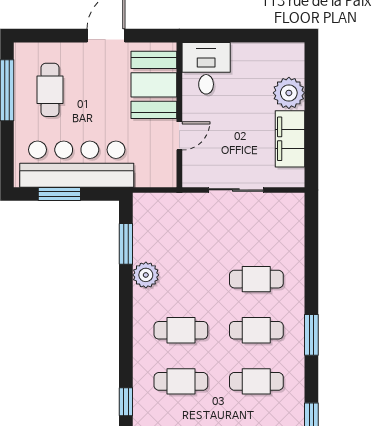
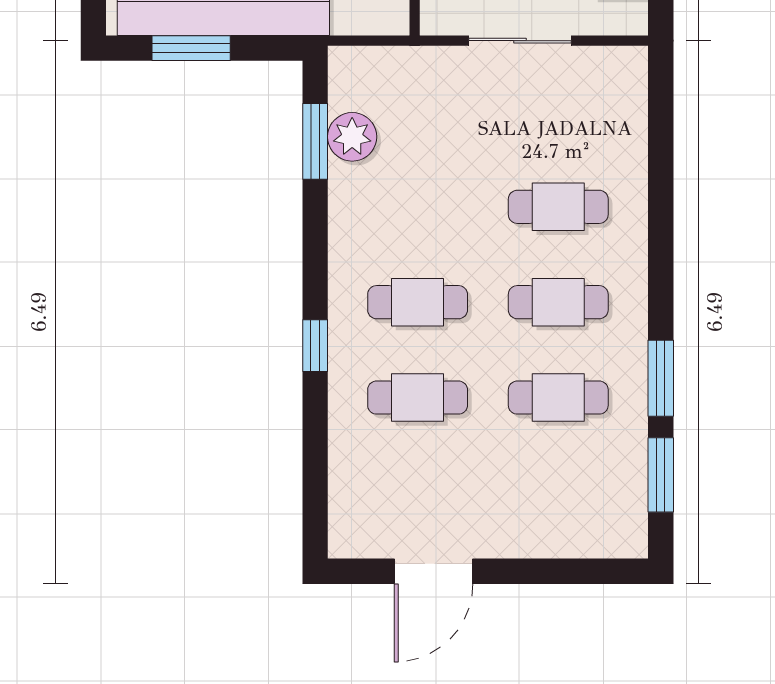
plant: (146, 275) -> (352, 137), moved
window: (311, 335) -> (661, 378), moved
window: (126, 402) -> (315, 346), moved

